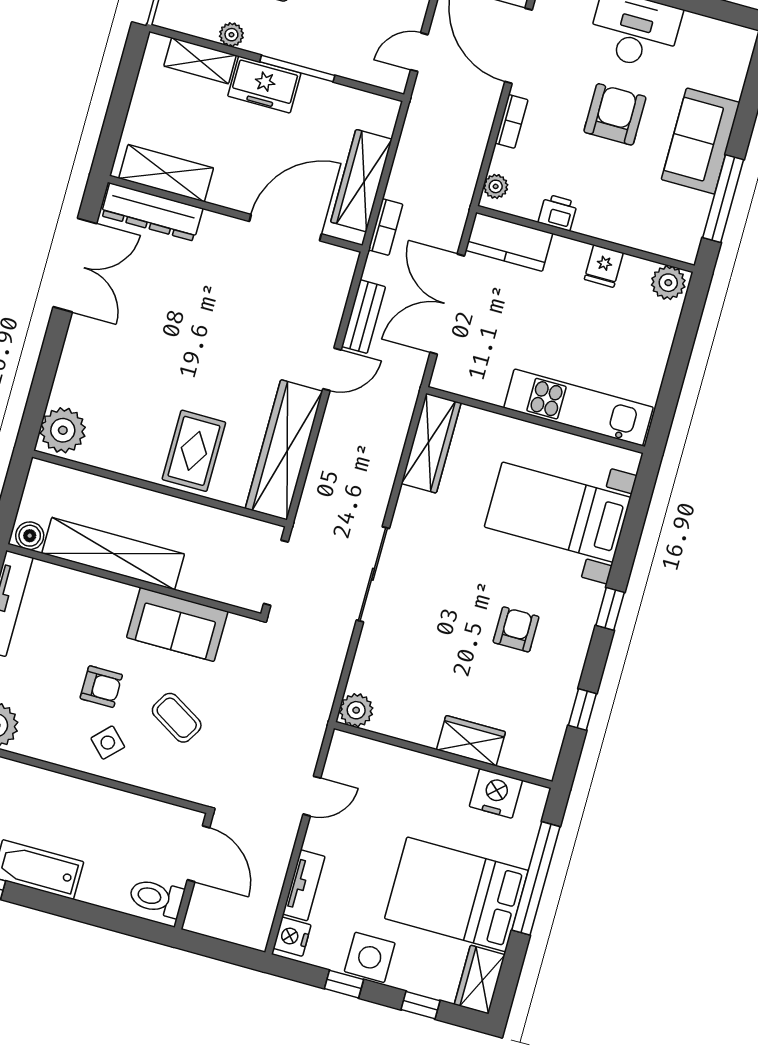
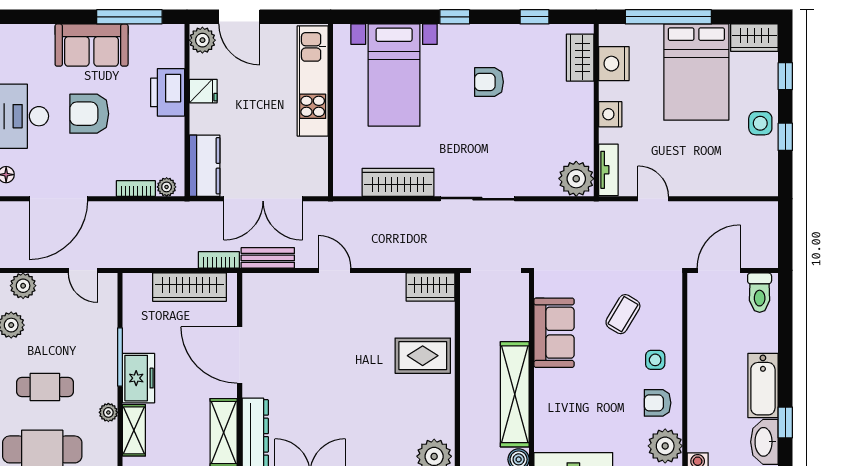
bookcase: (511, 121) -> (136, 189), moved
printer: (558, 212) -> (168, 92), moved, width x1.87, depth x1.48
door: (285, 228) -> (240, 355), moved
bench: (363, 317) -> (268, 258), moved
door: (685, 337) -> (239, 17), added
wardrobe: (431, 443) -> (398, 182), moved
wardrobe: (284, 450) -> (431, 287), width x0.48, depth x0.85
armchair: (101, 687) -> (658, 403), moved, turned -90
plant: (356, 710) -> (576, 179), width x1.36, depth x1.36
wardrobe: (471, 741) -> (580, 58), moved
side table: (108, 743) -> (655, 360), turned 45
tv unit: (304, 885) -> (608, 170), moved, turned 90
nightstand: (292, 937) -> (610, 114), moved, turned 90
side table: (370, 957) -> (760, 123), width x0.73, depth x0.73

